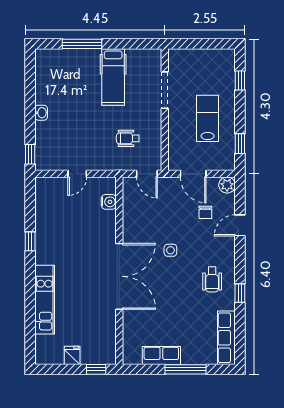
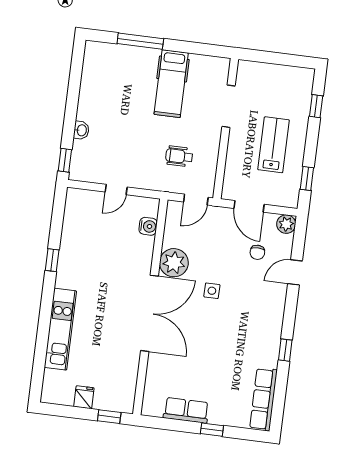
washbasin: (41, 113) -> (81, 130), moved
door: (147, 174) -> (196, 200), hinge flipped
plant: (135, 230) -> (174, 263), added
wheelchair: (212, 279) -> (255, 330), removed
window: (186, 369) -> (212, 430), width x0.46

